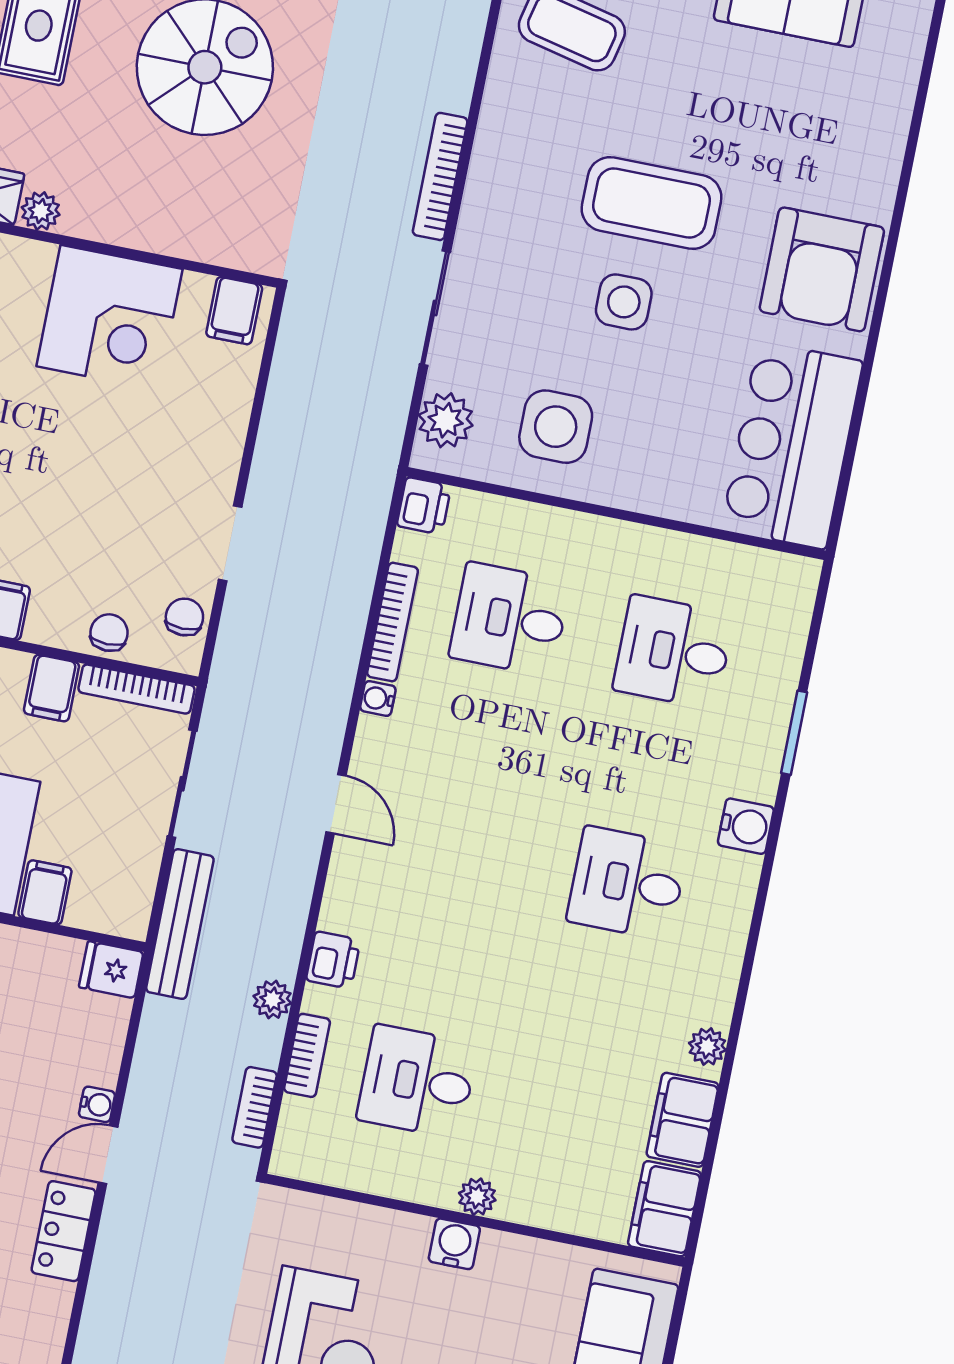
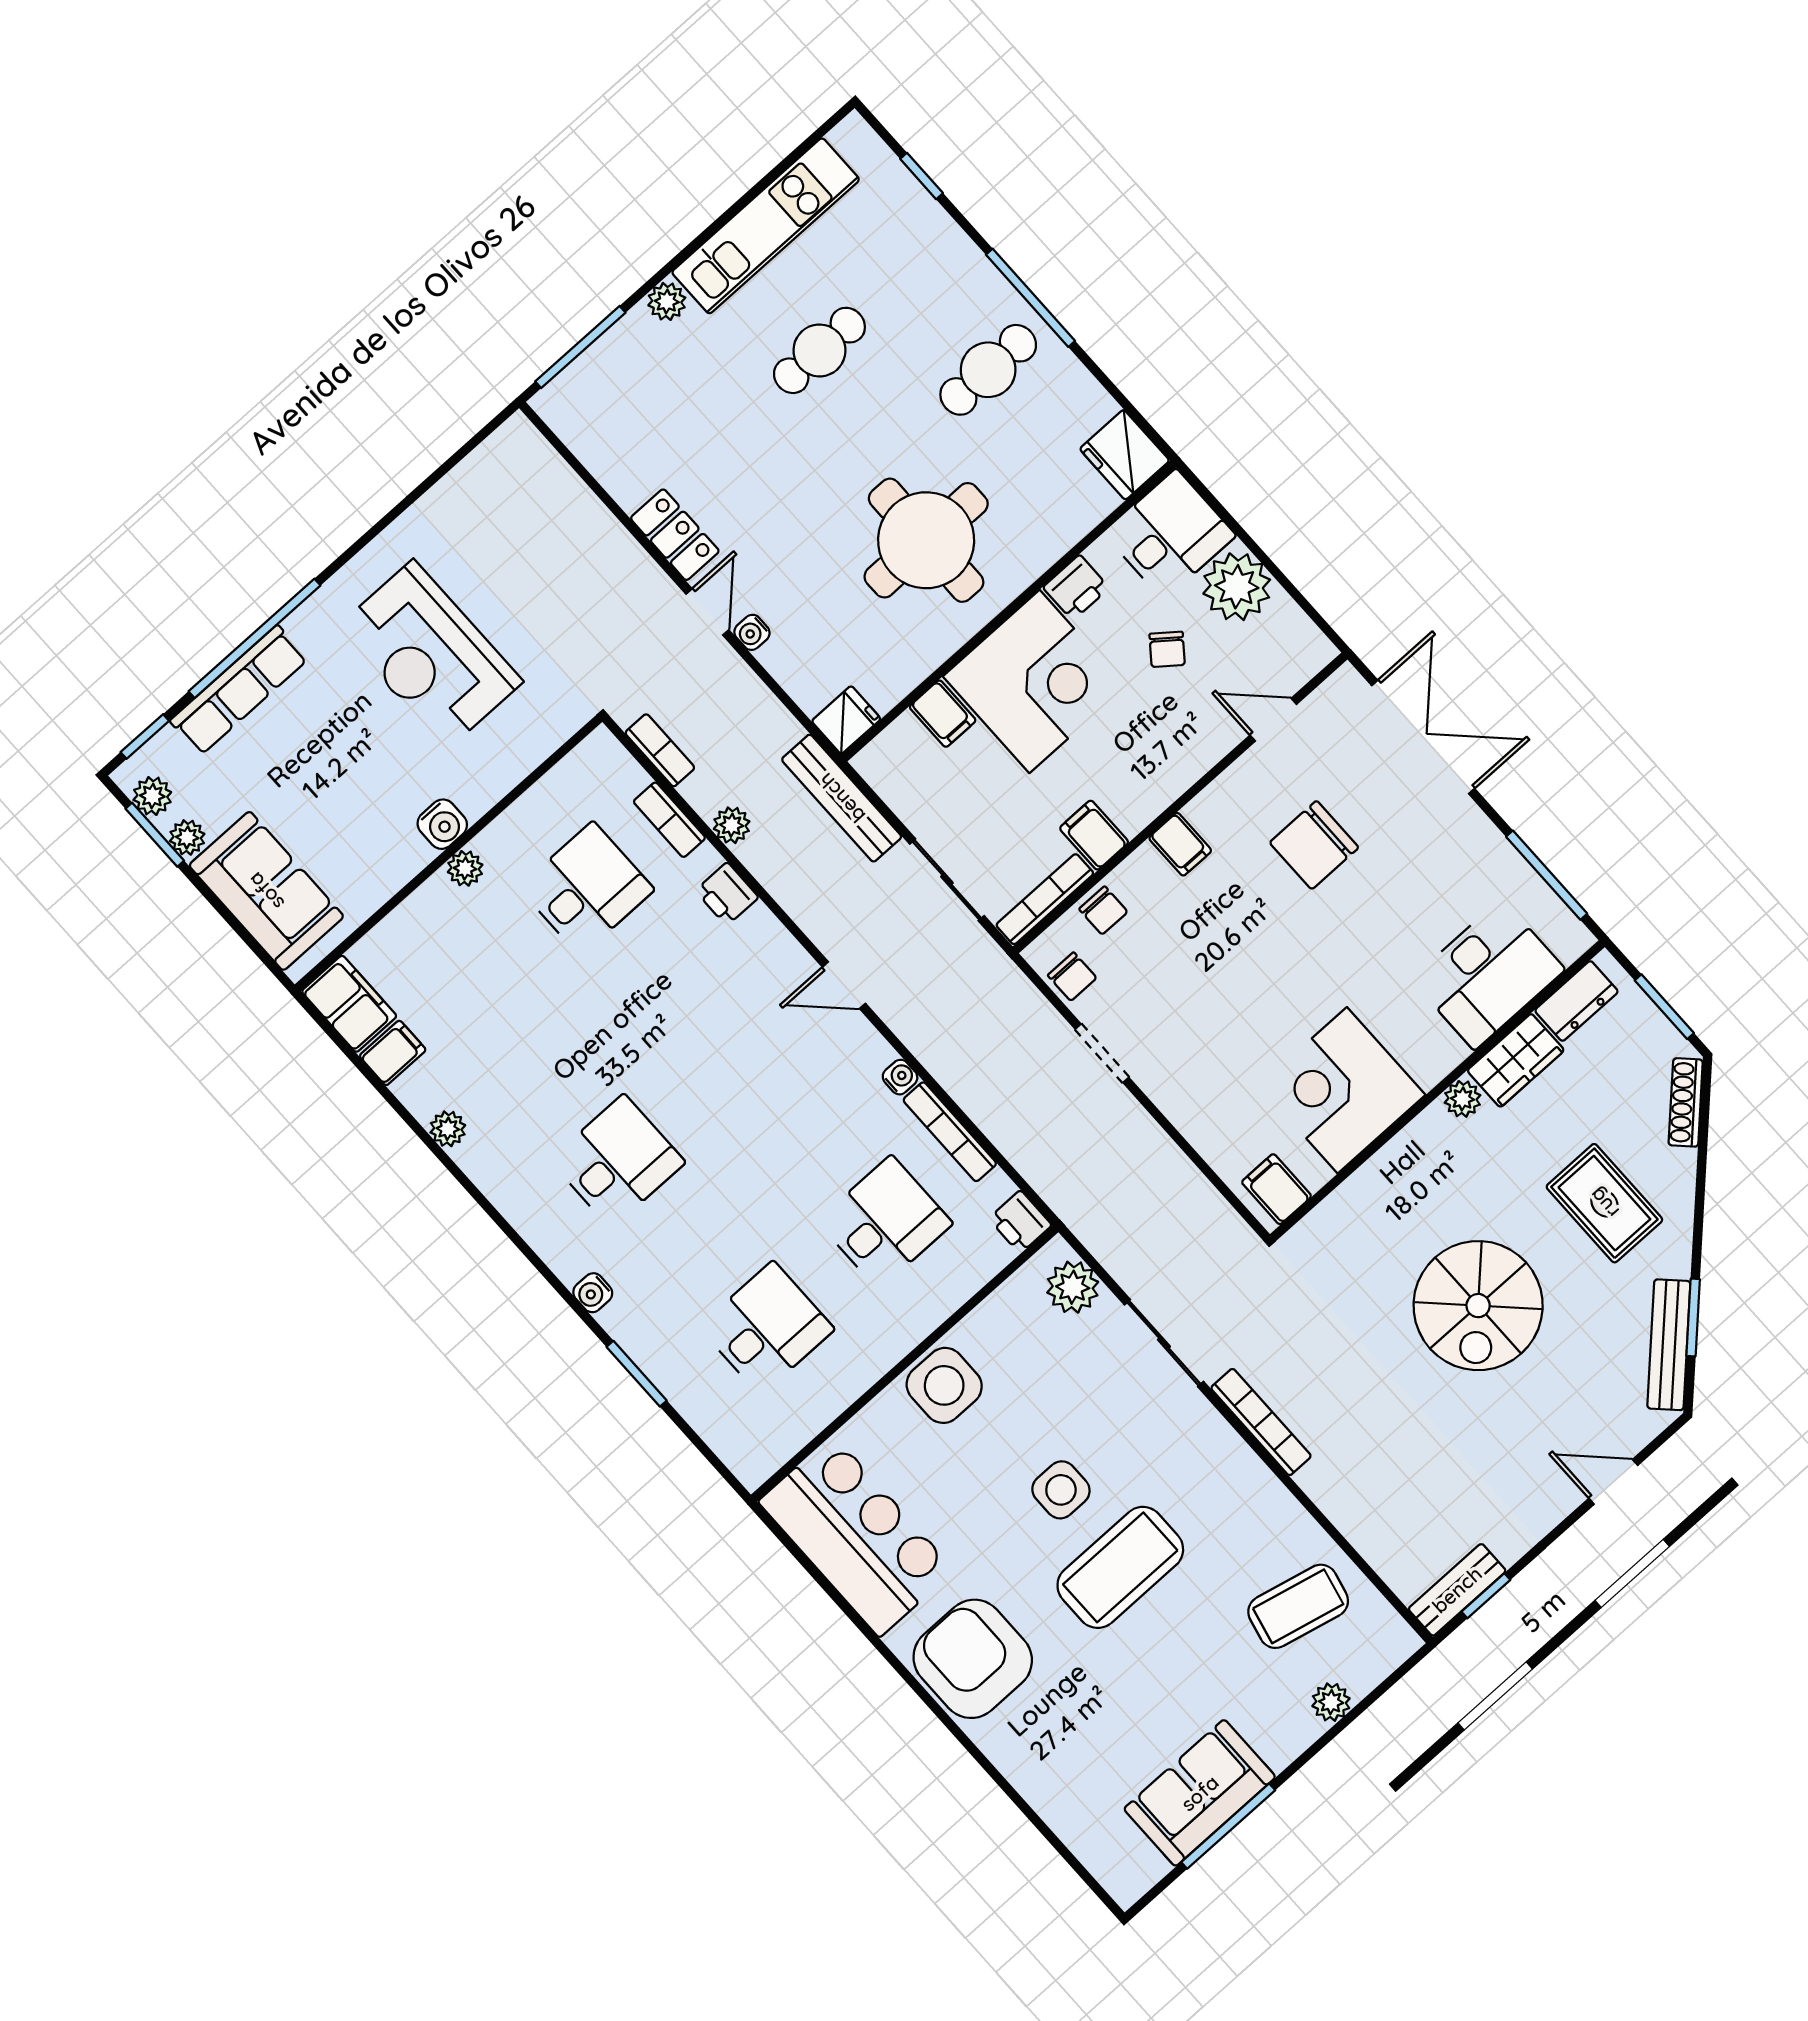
side table: (556, 427) -> (944, 1385), moved
water cooler: (746, 826) -> (593, 1293), width x0.72, depth x0.72
filing cabinet: (683, 1120) -> (393, 1053), width x0.50

